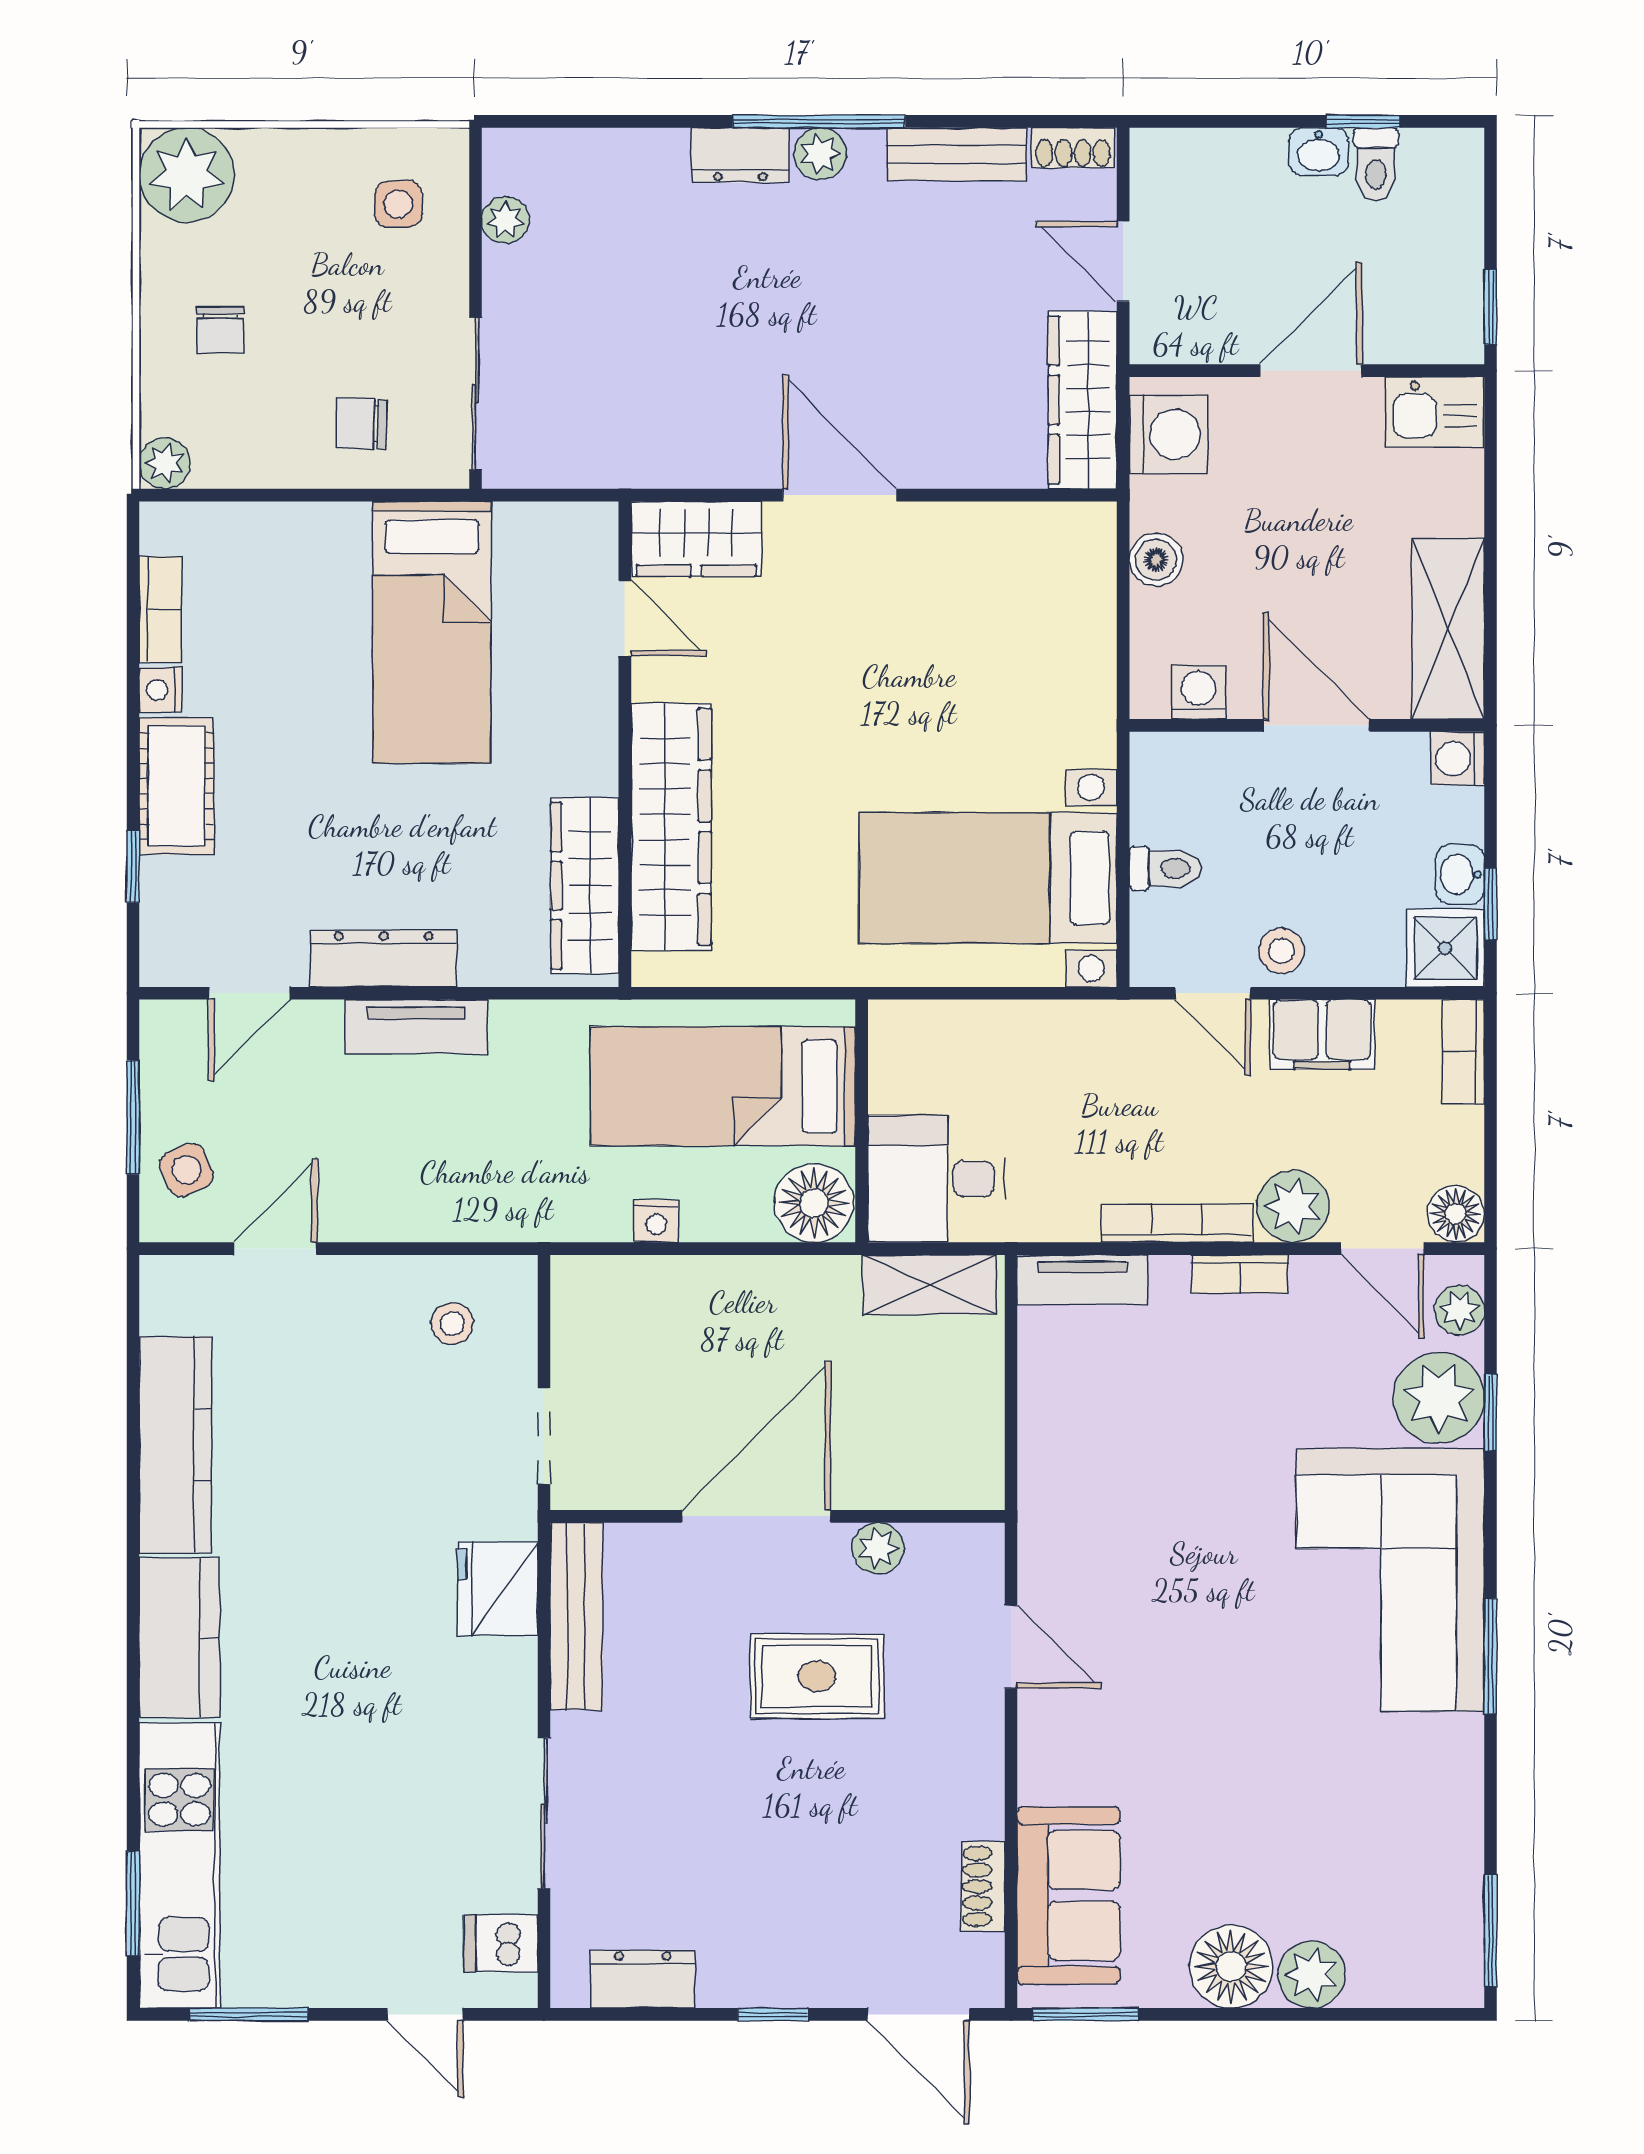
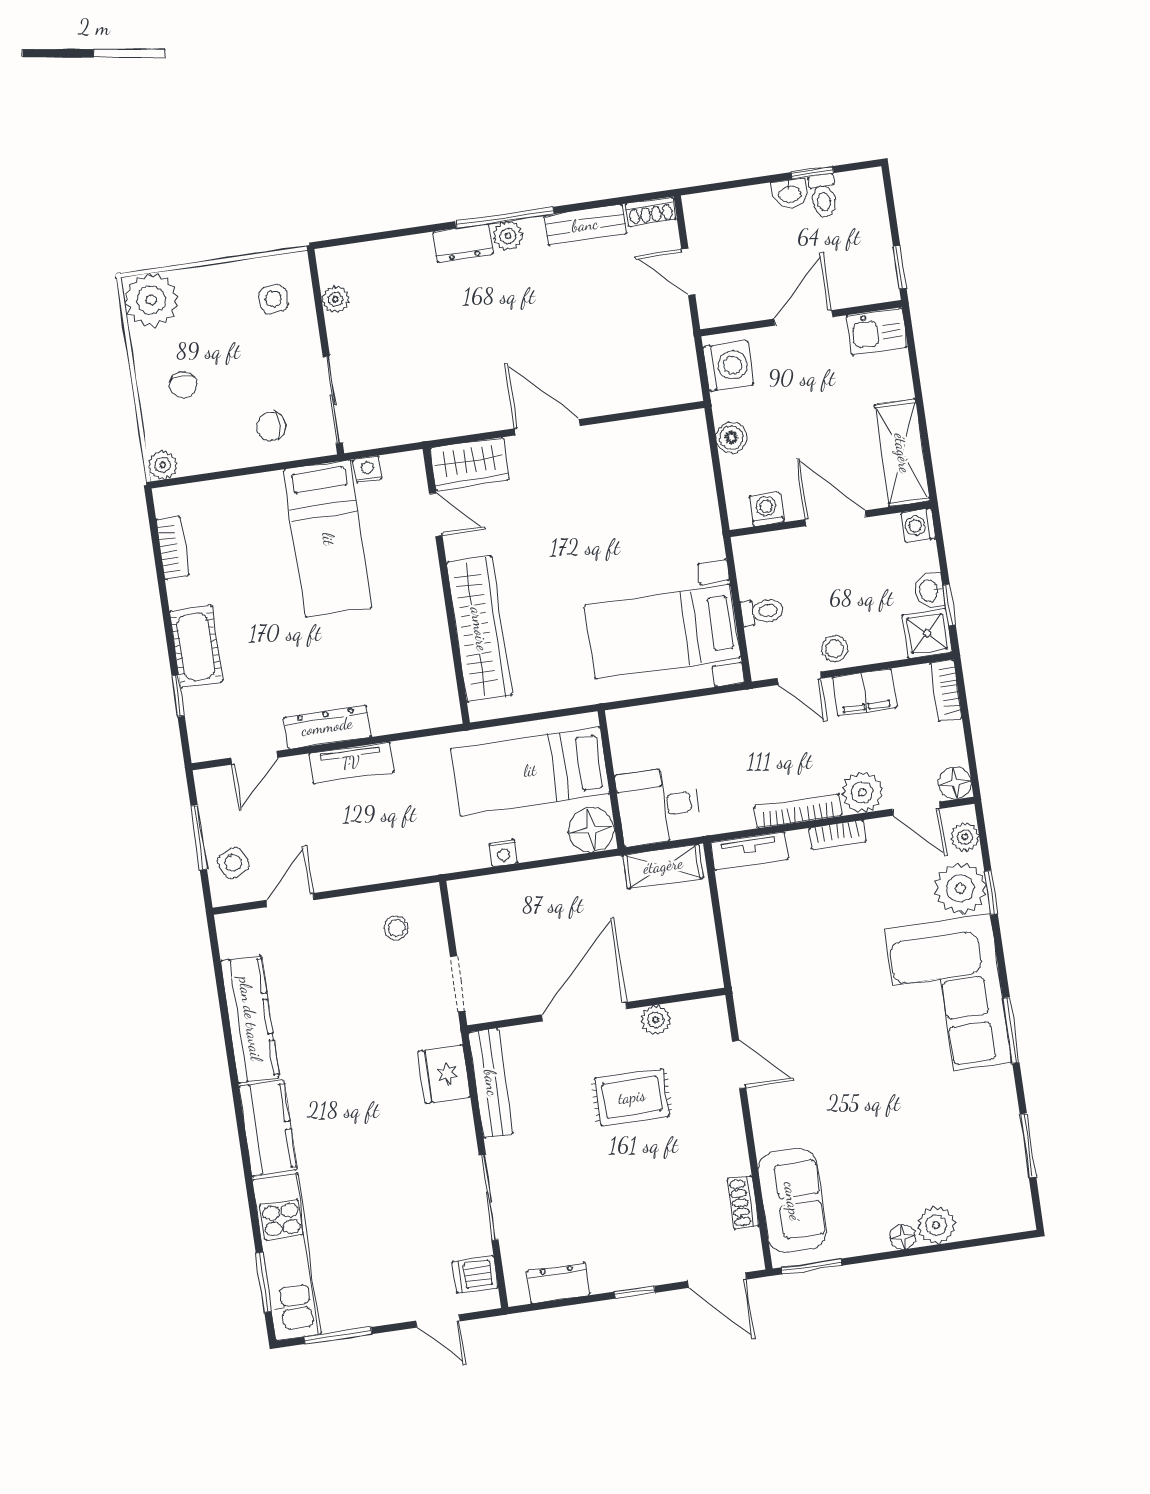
wardrobe: (1083, 400) -> (677, 353), removed
nightstand: (161, 690) -> (368, 469), moved, turned 90
wardrobe: (585, 886) -> (435, 669), removed
window: (1490, 1931) -> (1028, 1146), moved
floor lamp: (1231, 1967) -> (903, 1237), width x0.53, depth x0.53

